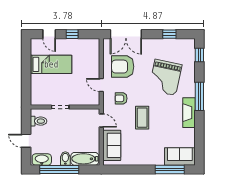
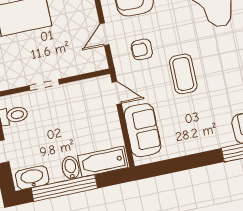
door: (101, 85) -> (105, 34), hinge flipped

